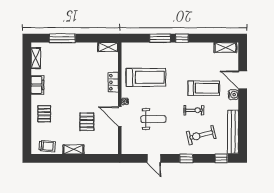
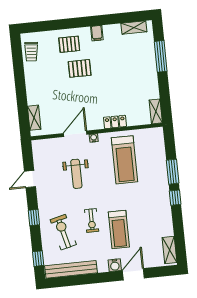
filing cabinet: (37, 85) -> (97, 33), width x0.50
pallet: (87, 122) -> (80, 68), moved
shelving: (73, 149) -> (34, 118), moved

